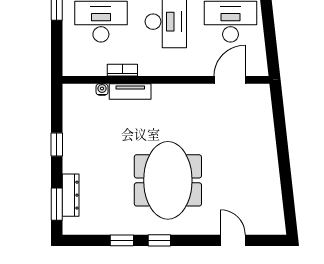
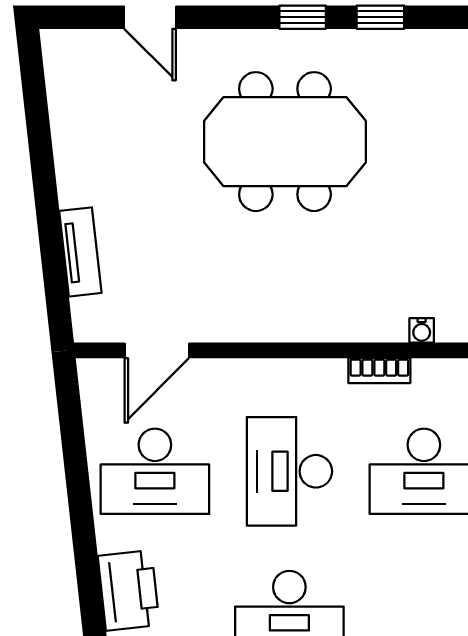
tv unit: (130, 91) -> (80, 252), moved, turned 84
meeting table: (168, 180) -> (285, 142), turned 90

